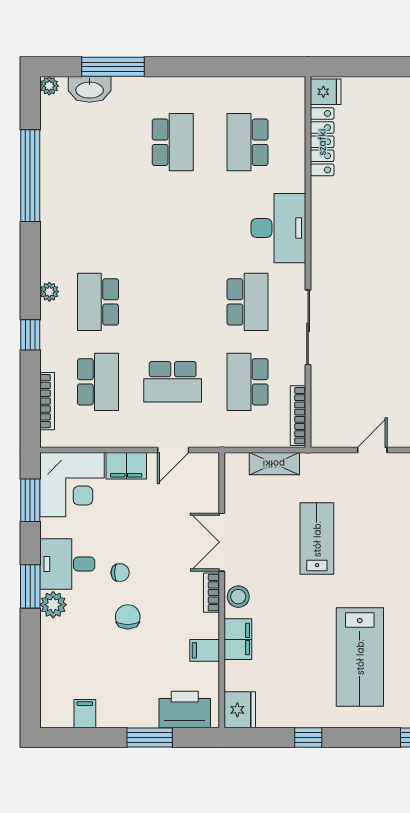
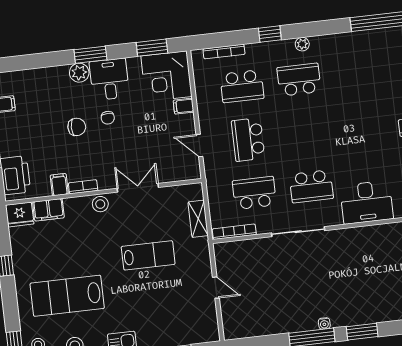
filing cabinet: (126, 466) -> (184, 106), width x0.50
bookcase: (212, 593) -> (83, 187), moved
filing cabinet: (238, 639) -> (48, 210), moved

